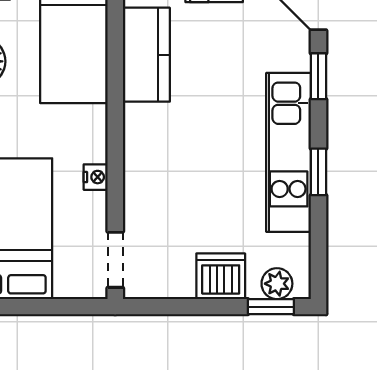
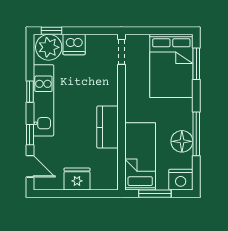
kitchen counter: (146, 55) -> (108, 127), moved
nightstand: (96, 177) -> (130, 89), removed
plant: (277, 284) -> (49, 47), width x1.88, depth x1.88

